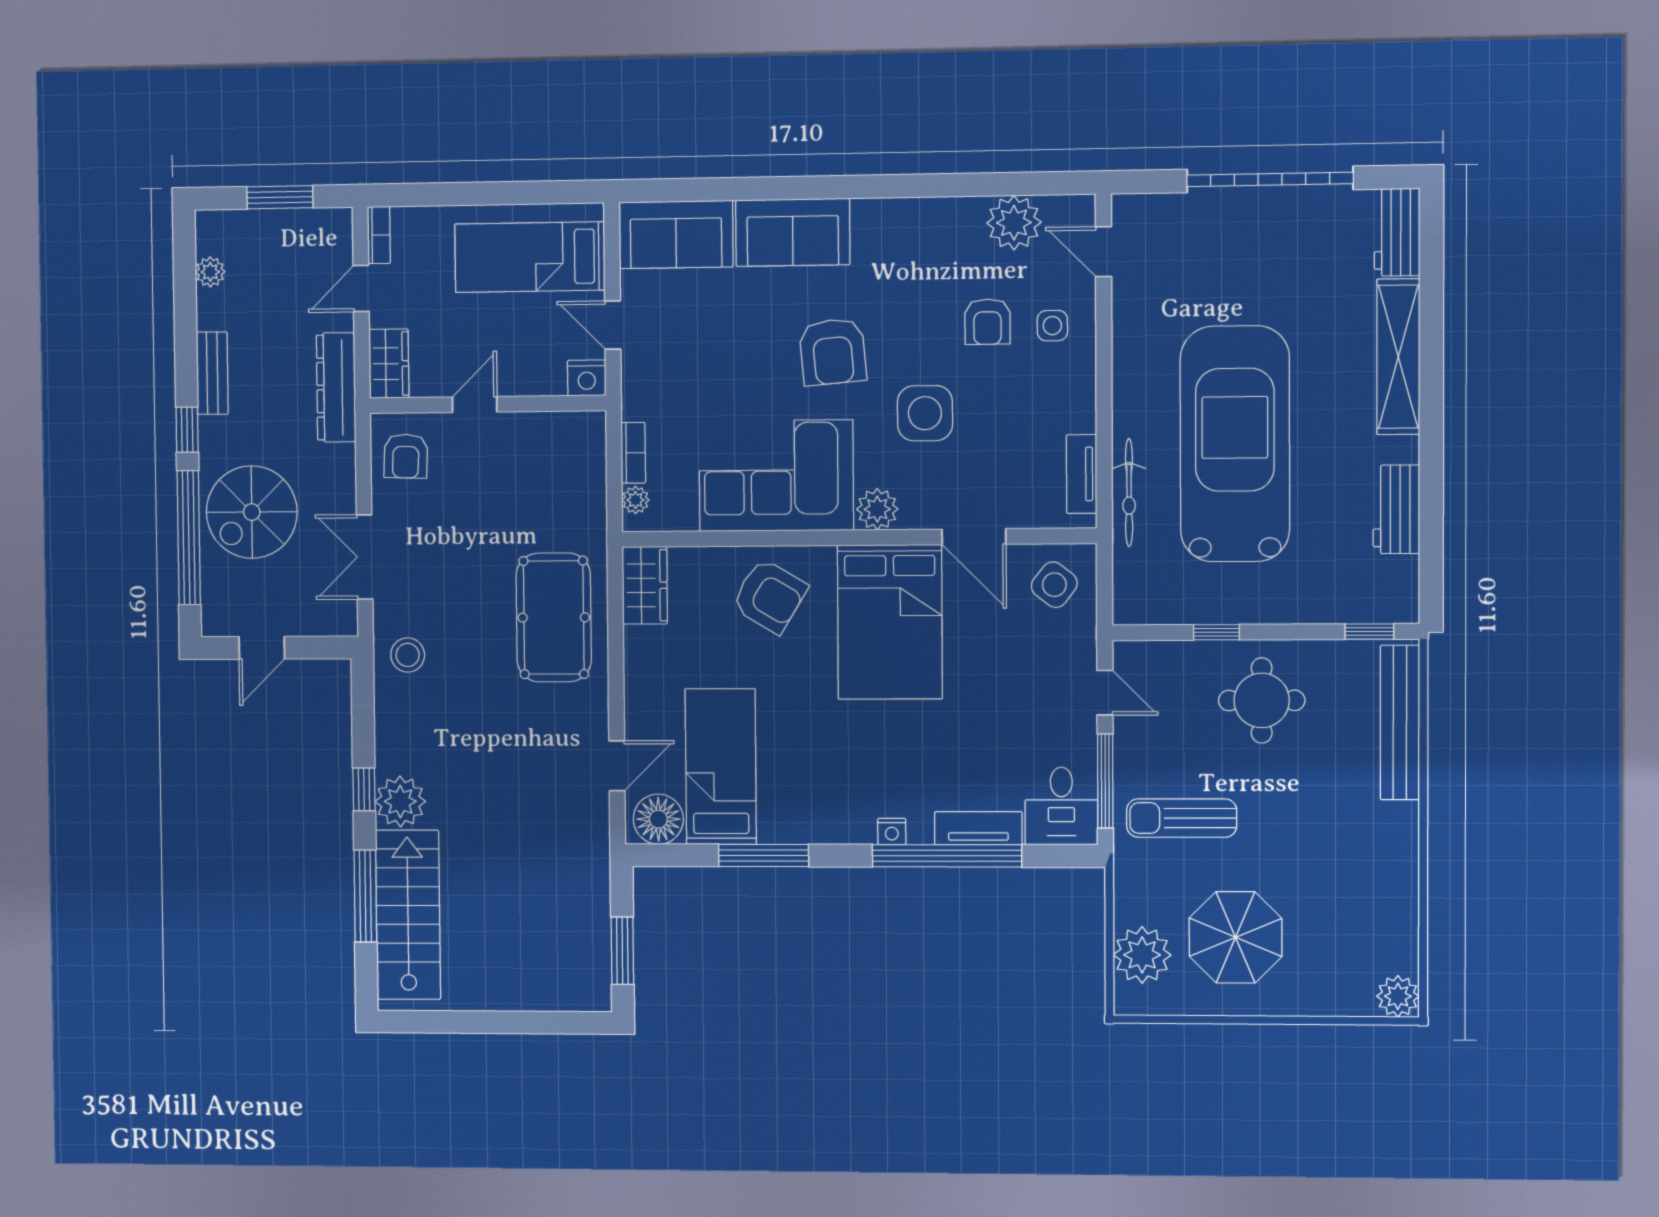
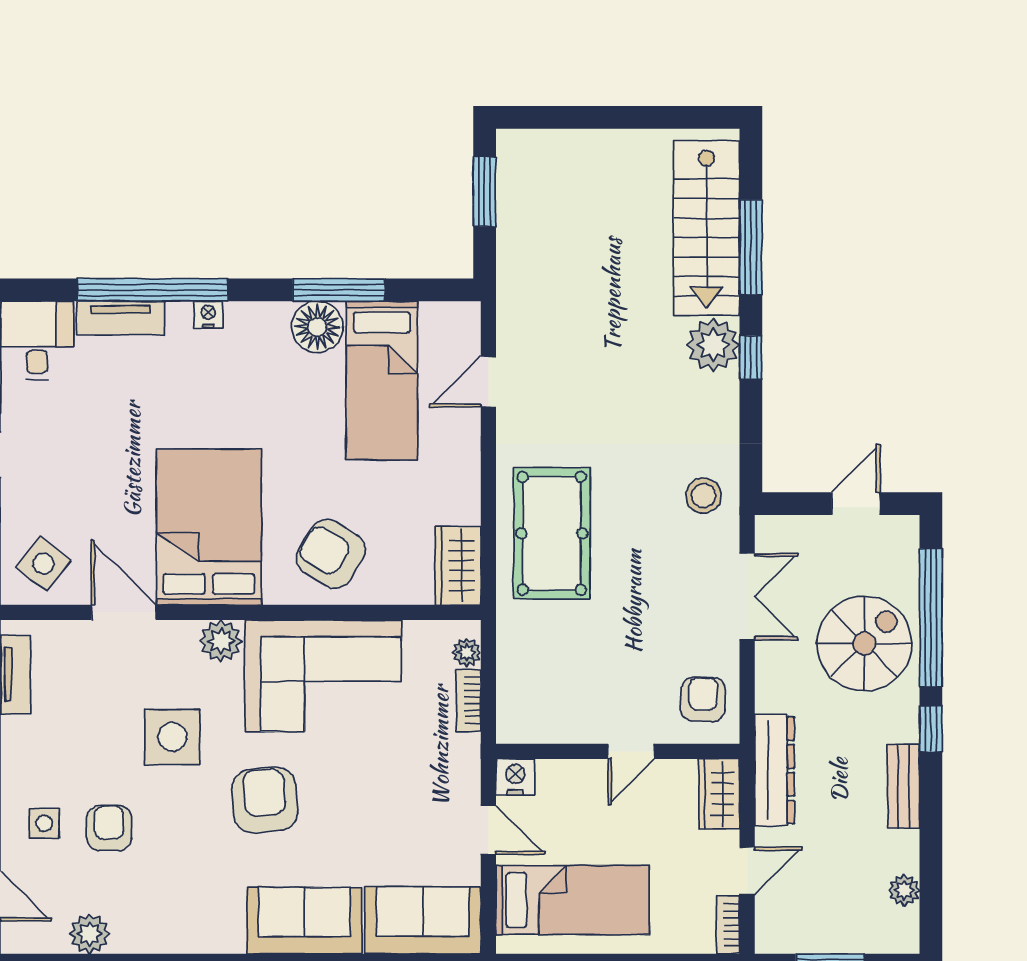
plant: (1014, 223) -> (89, 934), width x0.73, depth x0.73
floor lamp: (658, 819) -> (317, 327), moved

